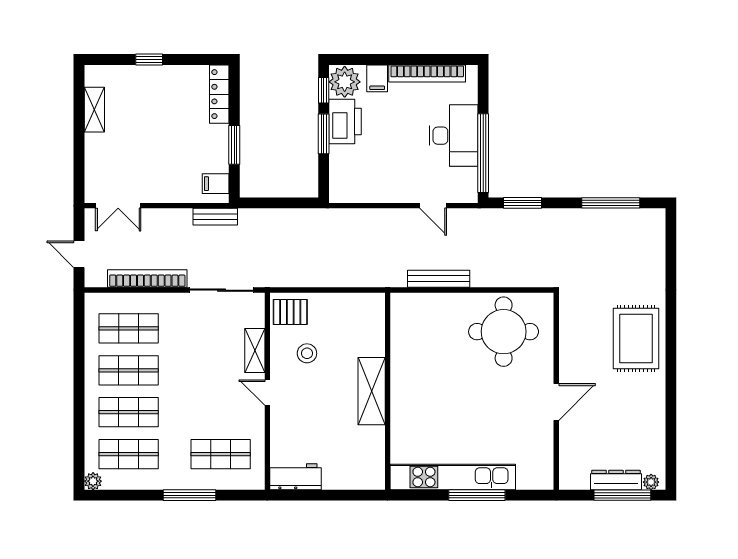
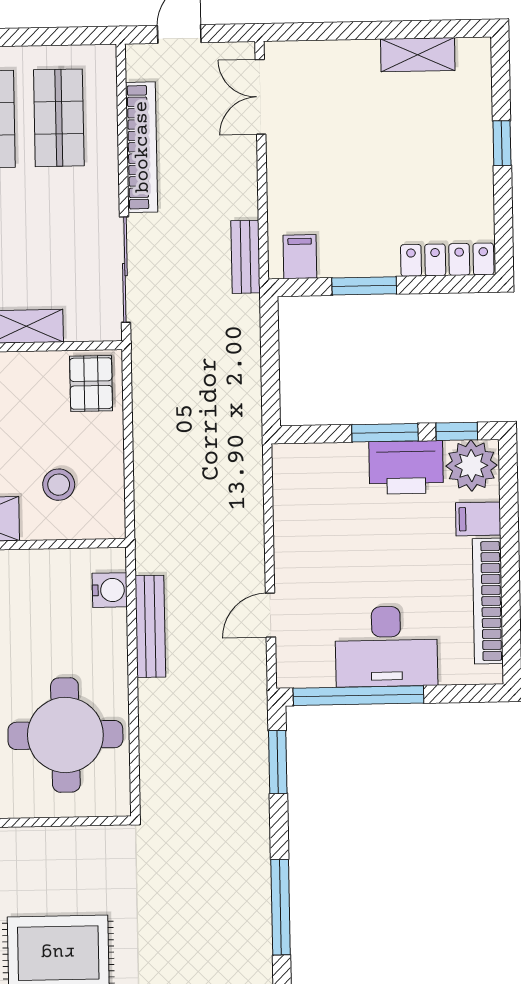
water cooler: (416, 303) -> (110, 590), added
stool: (307, 353) -> (59, 485), moved

